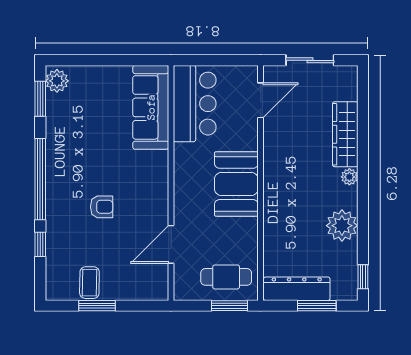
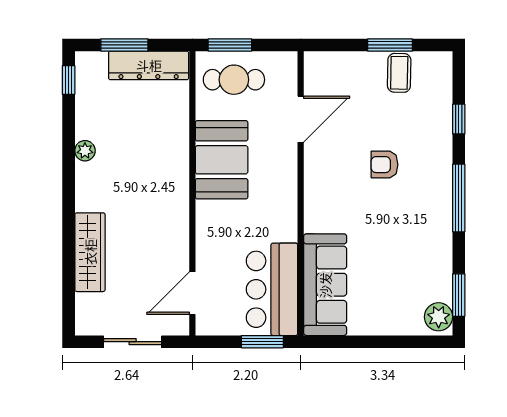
window: (203, 60) -> (262, 342), added
plant: (349, 177) -> (85, 201), removed
window: (40, 179) -> (459, 198), width x0.68
booth: (236, 184) -> (222, 160), moved
plant: (342, 226) -> (85, 151), width x0.53, depth x0.53

